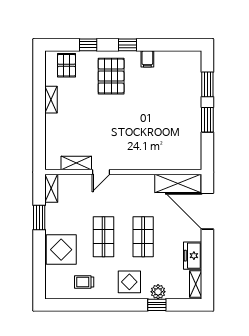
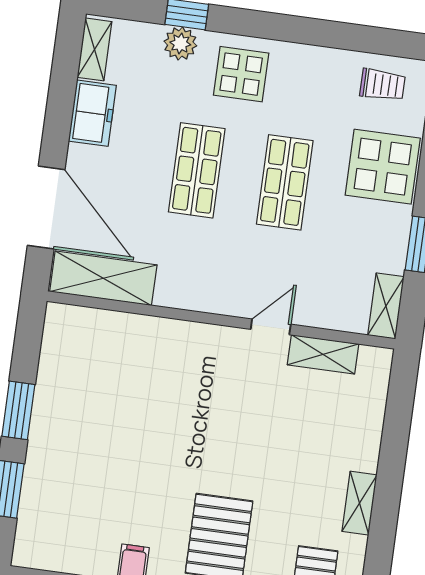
trolley: (84, 282) -> (383, 85), moved

